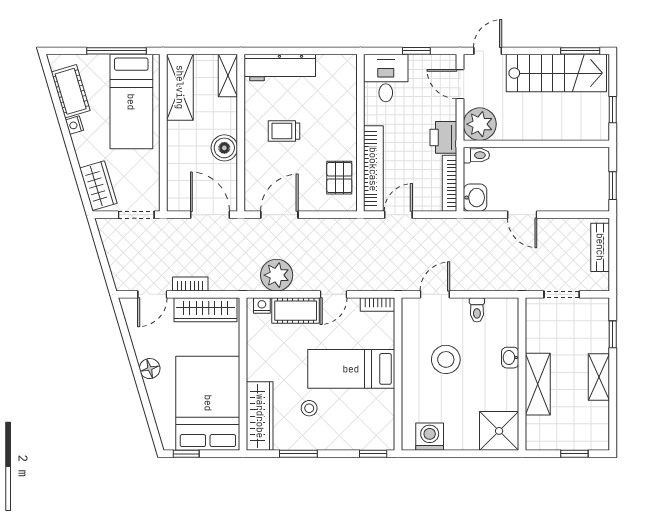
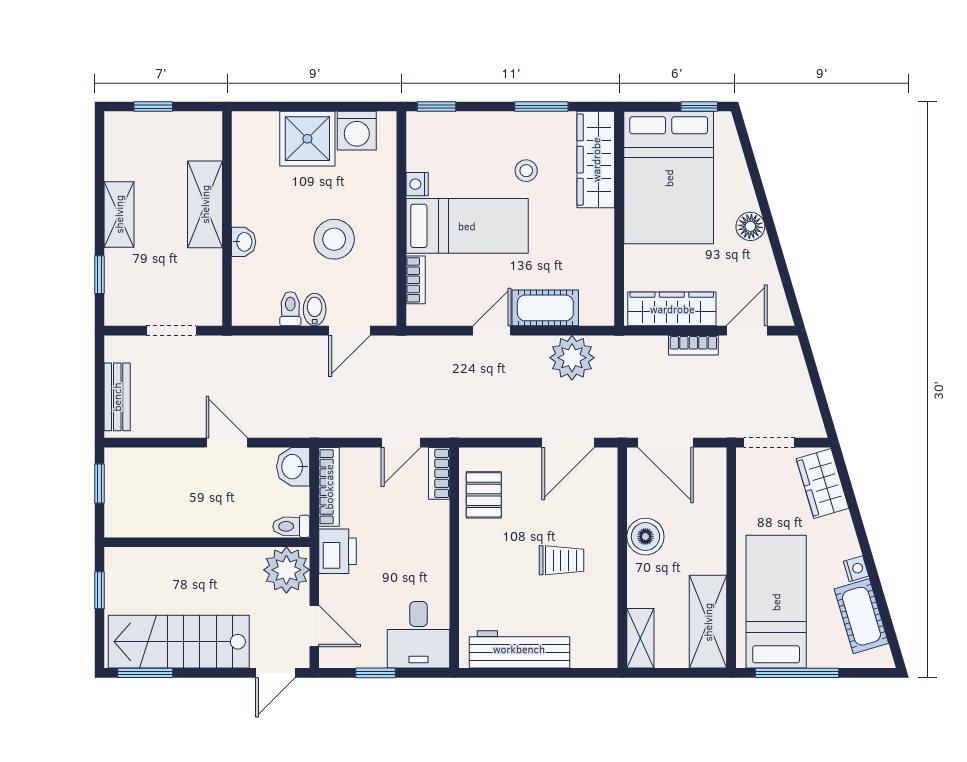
workbench: (280, 68) -> (519, 649), moved
bookcase: (373, 169) -> (439, 473), width x0.43, depth x0.76
bookcase: (378, 305) -> (416, 280), moved, turned 90
nightstand: (262, 306) -> (417, 184), moved, turned 90
bidet: (460, 309) -> (315, 310), added
shower: (499, 431) -> (307, 139), moved

